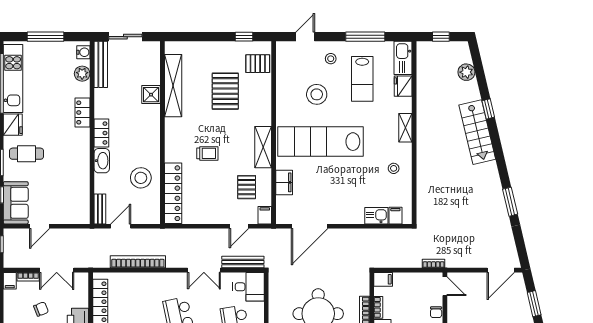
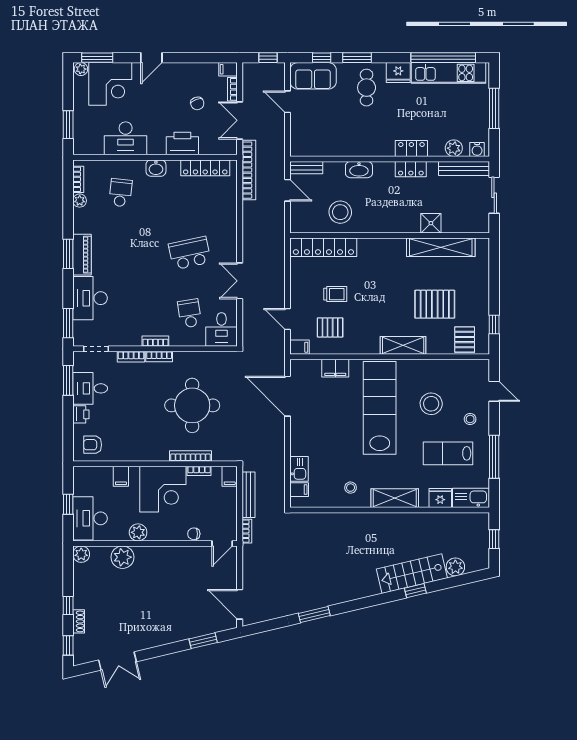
shelving: (405, 128) -> (395, 498), width x1.50, depth x1.33
stairs: (477, 132) -> (412, 574), moved
locker: (101, 133) -> (411, 169), moved
shelving: (263, 147) -> (403, 345), moved
trolley: (207, 153) -> (335, 294), moved, turned -90
bookcase: (138, 262) -> (249, 170), moved
bench: (243, 262) -> (248, 495), moved

